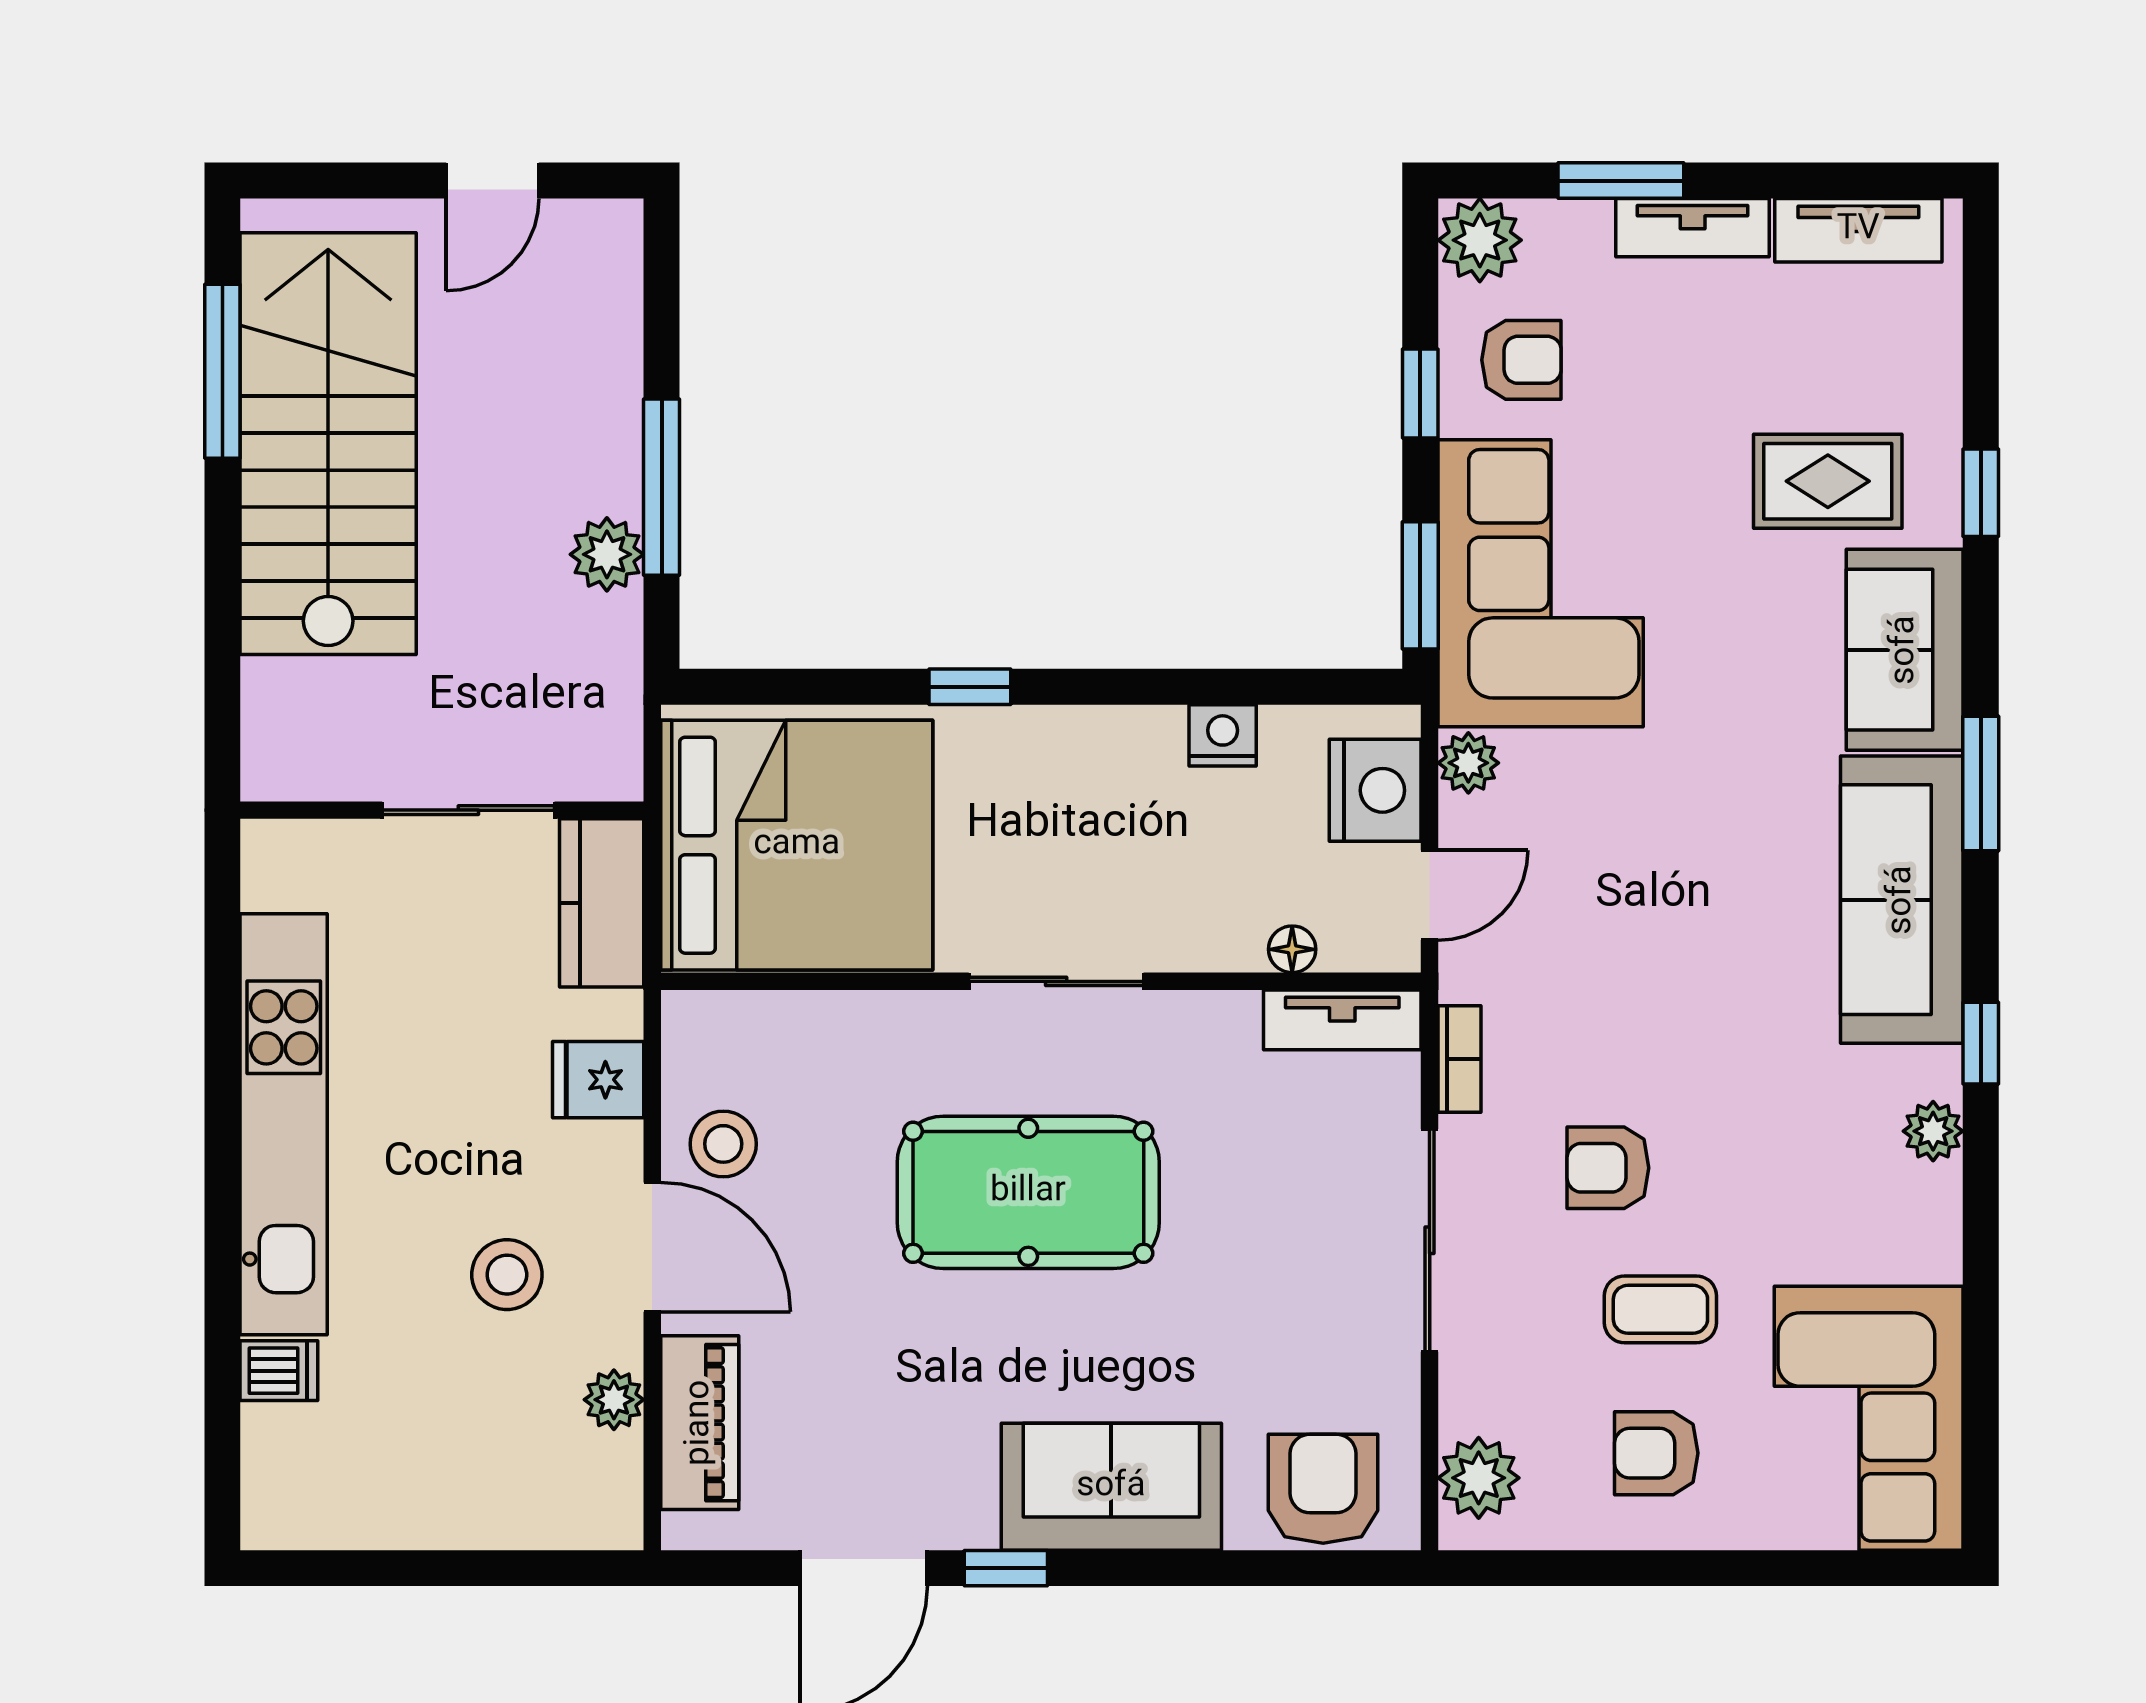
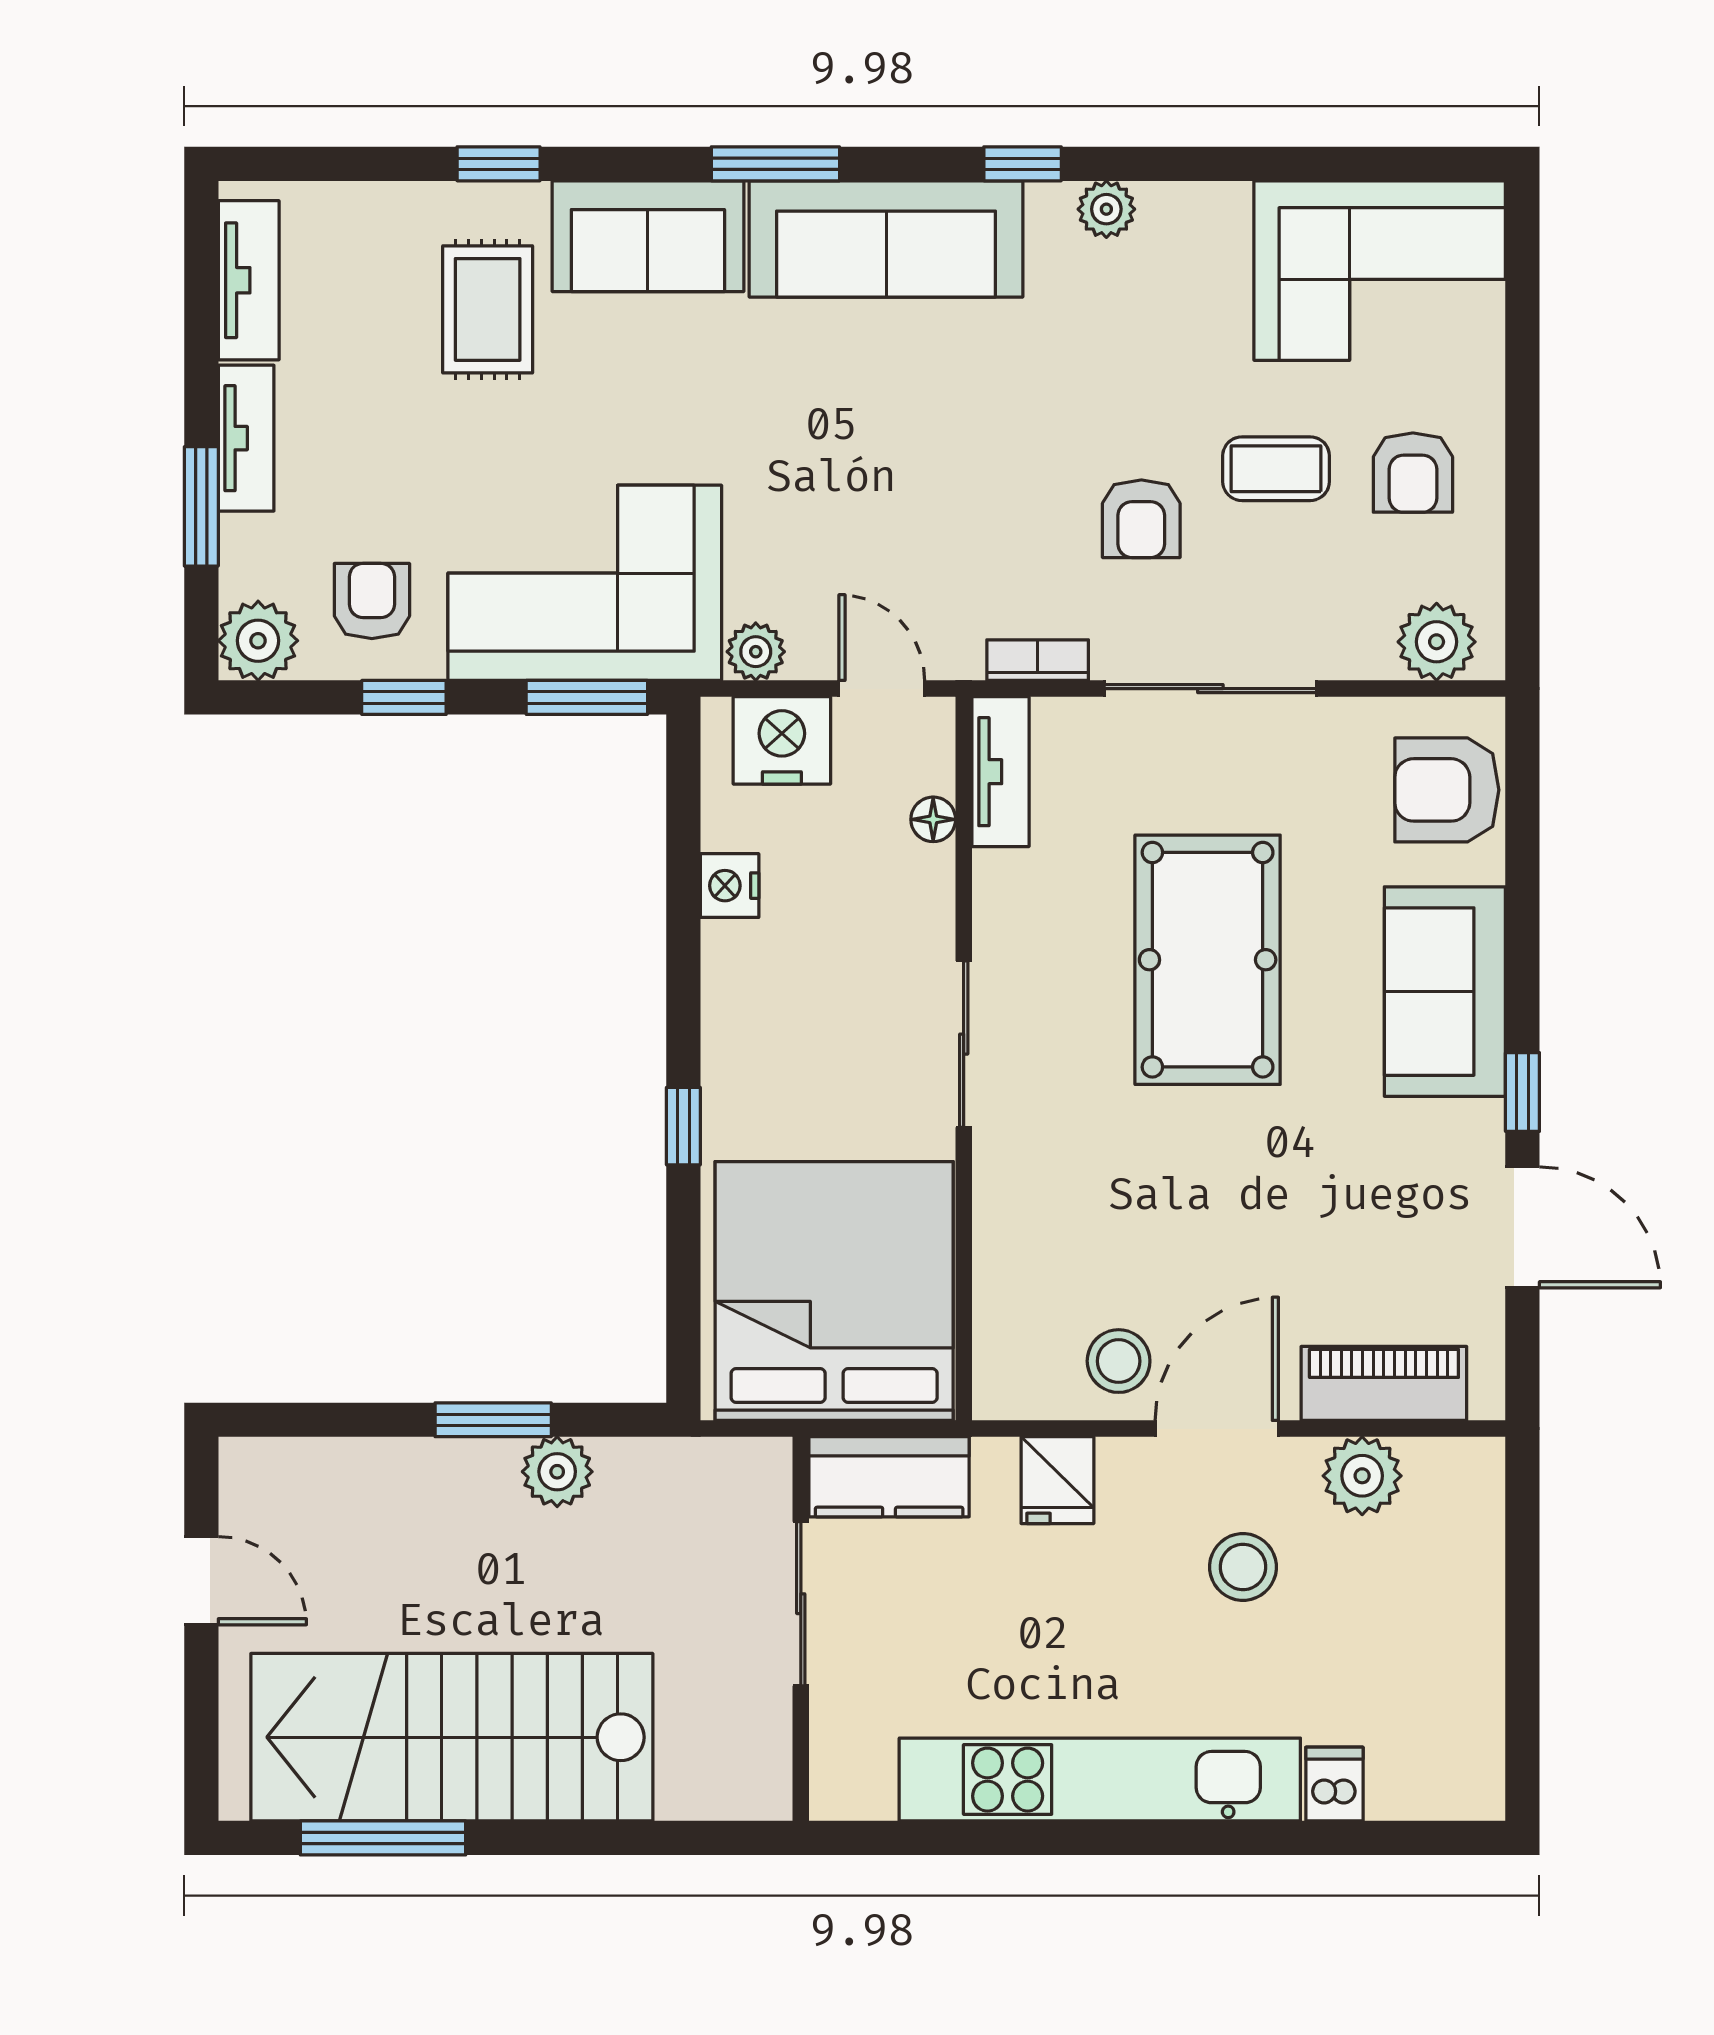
window: (662, 487) -> (493, 1420), width x0.69
pool table: (1028, 1192) -> (1208, 960), moved
coffee table: (1660, 1309) -> (1276, 469), turned 90
plant: (614, 1400) -> (1362, 1476), width x1.38, depth x1.38

